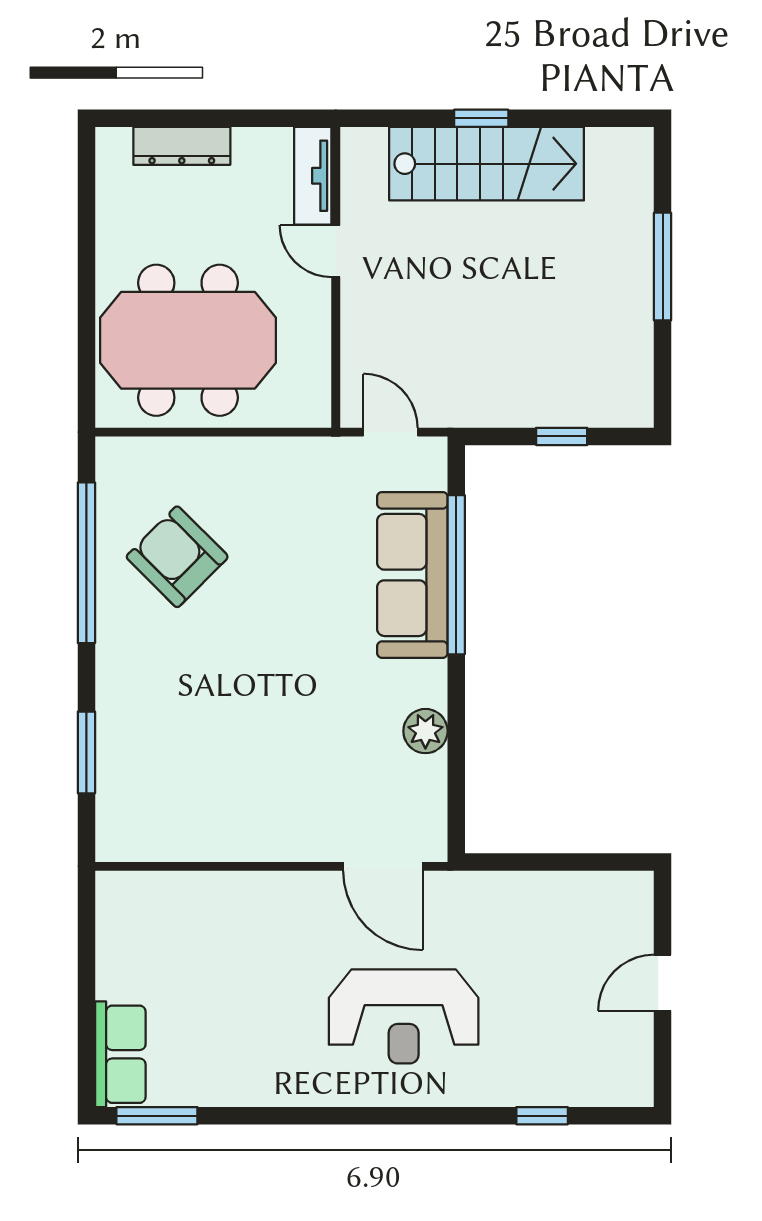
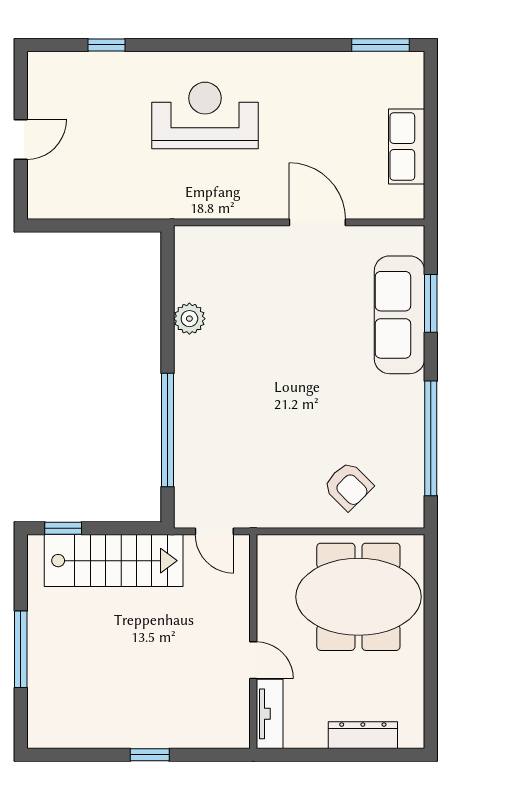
stairs: (487, 164) -> (114, 561), moved, turned 180
window: (562, 436) -> (63, 528), moved
armchair: (177, 557) -> (348, 486), moved, width x0.72, depth x0.72
sofa: (412, 575) -> (400, 315), moved, turned 180
door: (383, 866) -> (317, 222), moved
row of seats: (120, 1054) -> (407, 146), moved

